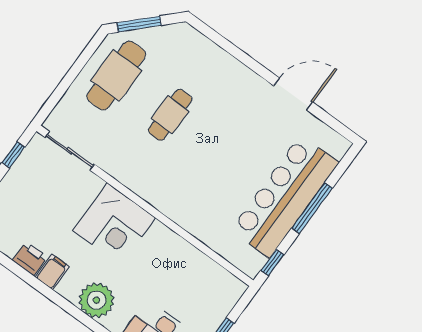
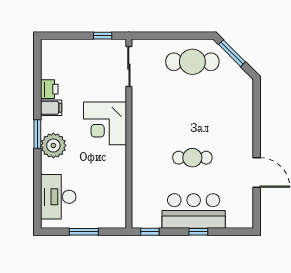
cafe table: (170, 115) -> (192, 158), moved
bar counter: (285, 196) -> (194, 211), width x0.73
window: (312, 208) -> (198, 232), width x0.46
window: (71, 309) -> (37, 134), added

